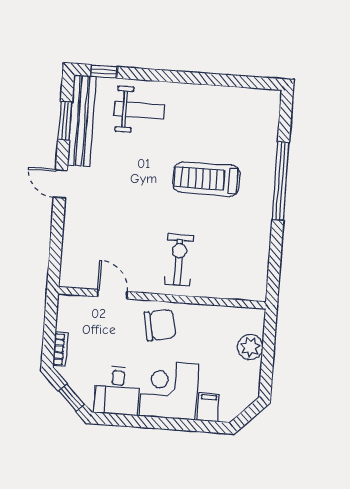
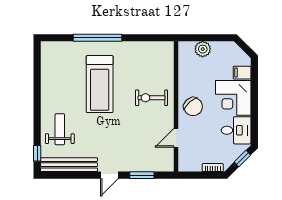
window: (65, 121) -> (142, 175), moved
treadmill: (207, 179) -> (100, 84), width x1.37, depth x1.38
chair: (160, 325) -> (193, 107), turned 148

